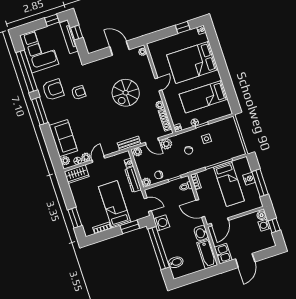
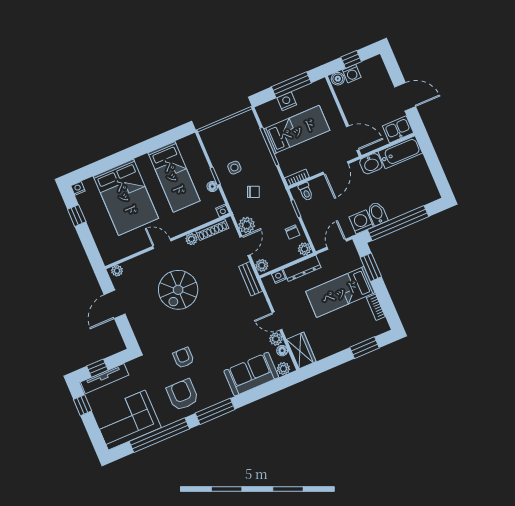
spiral stairs: (126, 93) -> (178, 290), turned 90
bidet: (176, 262) -> (377, 213), moved

